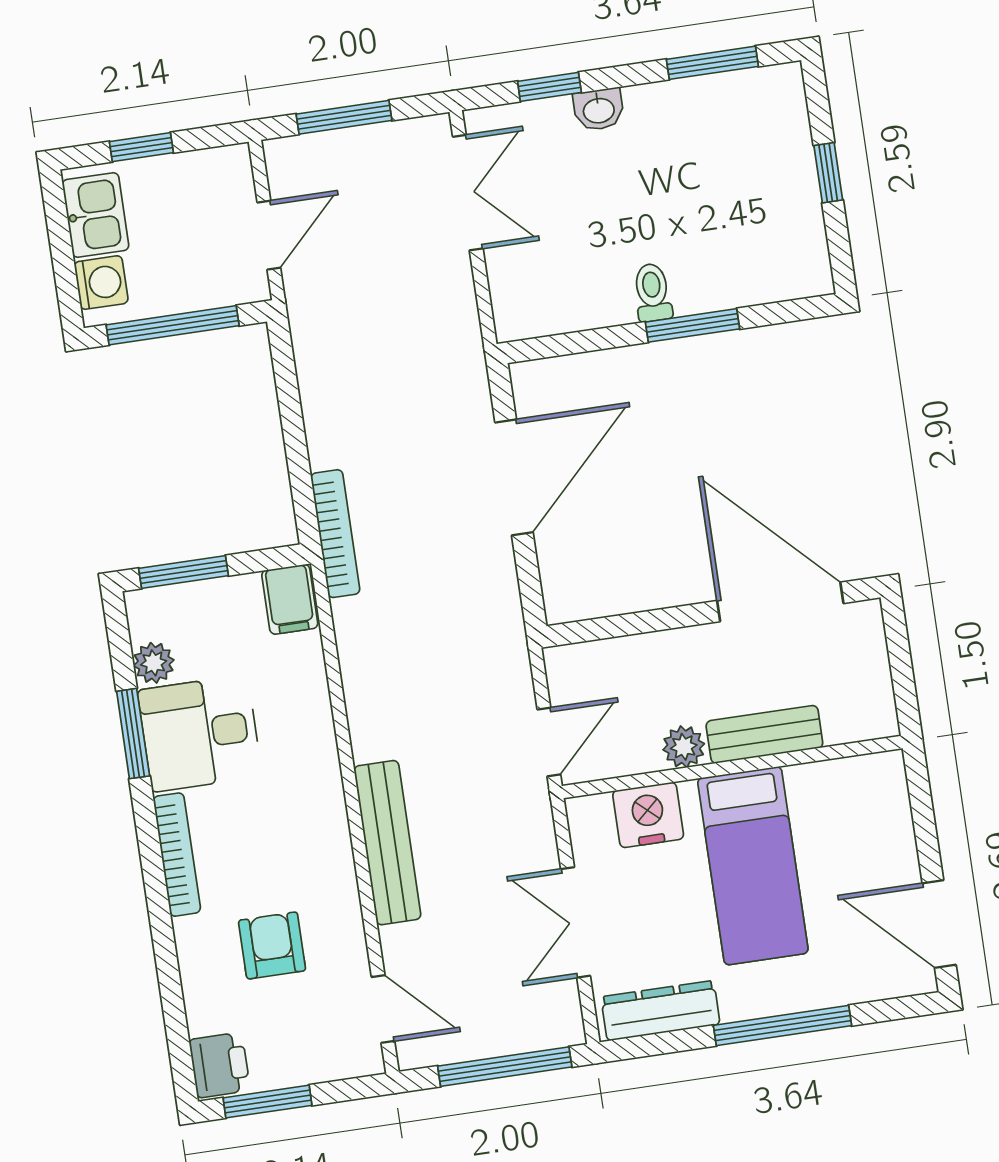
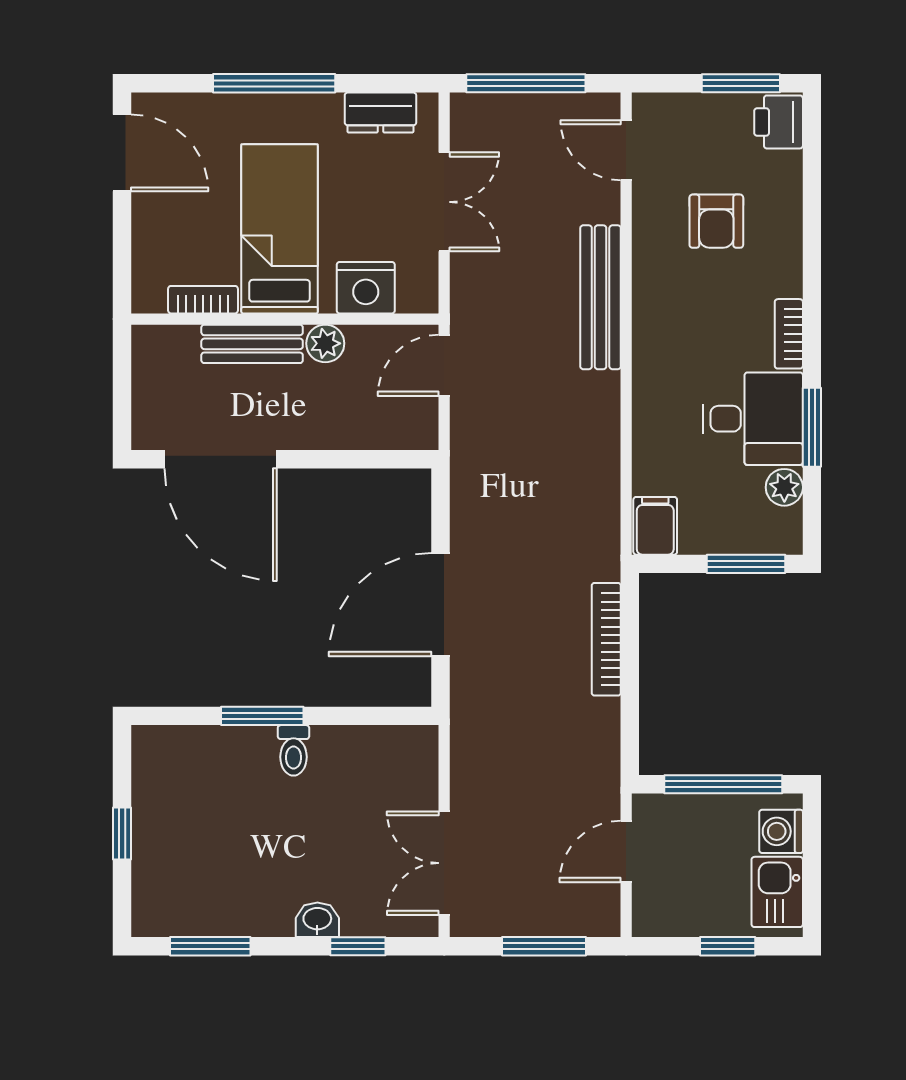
bookcase: (335, 534) -> (606, 639), moved
bookcase: (826, 775) -> (203, 300), added
bookcase: (177, 855) -> (789, 334), width x0.64
dresser: (660, 1011) -> (380, 113), width x0.70

